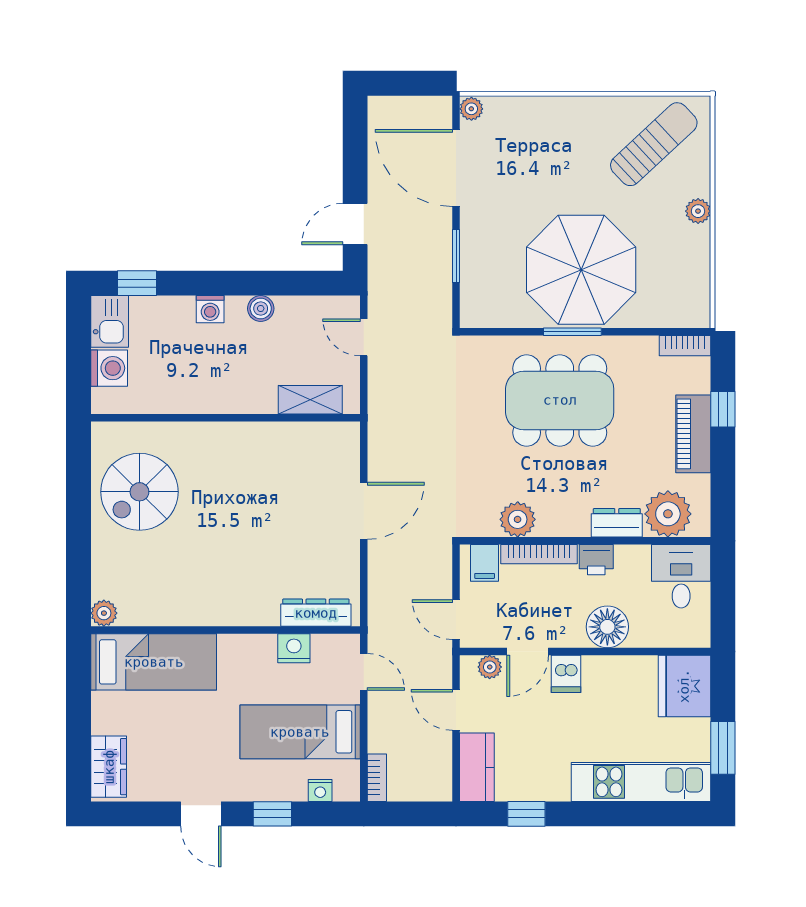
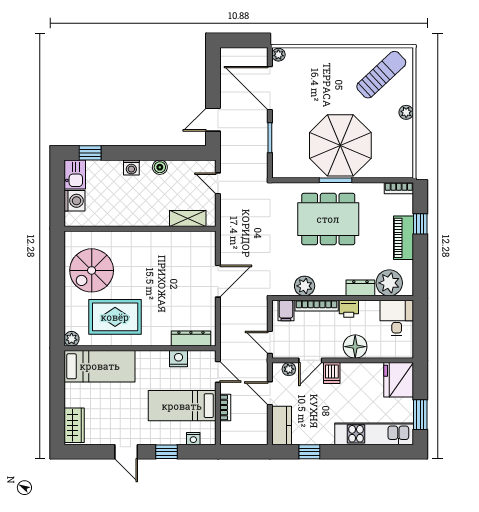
rug: (181, 574) -> (115, 317), added
bookcase: (377, 778) -> (225, 408), moved

